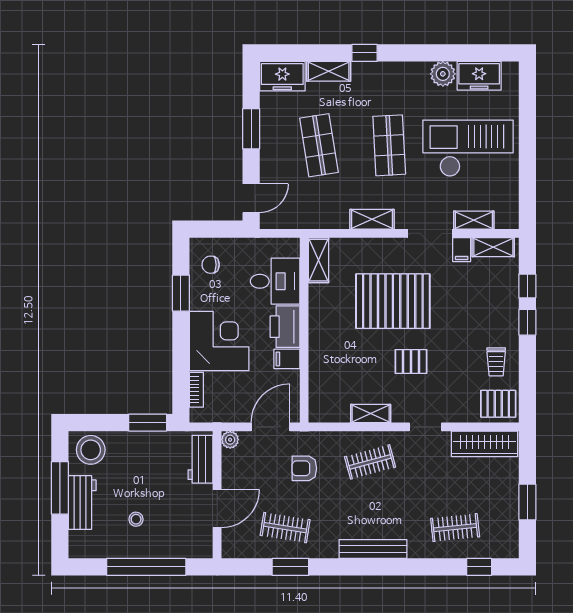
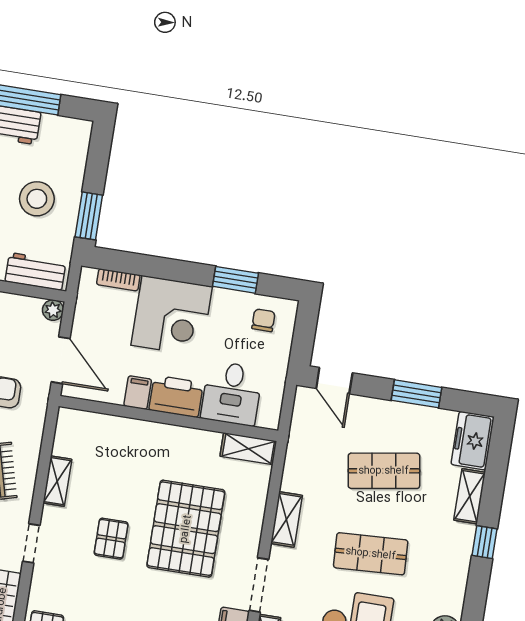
stool: (91, 450) -> (37, 199), moved

